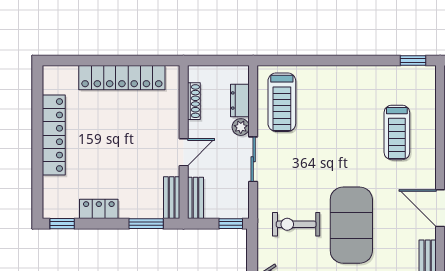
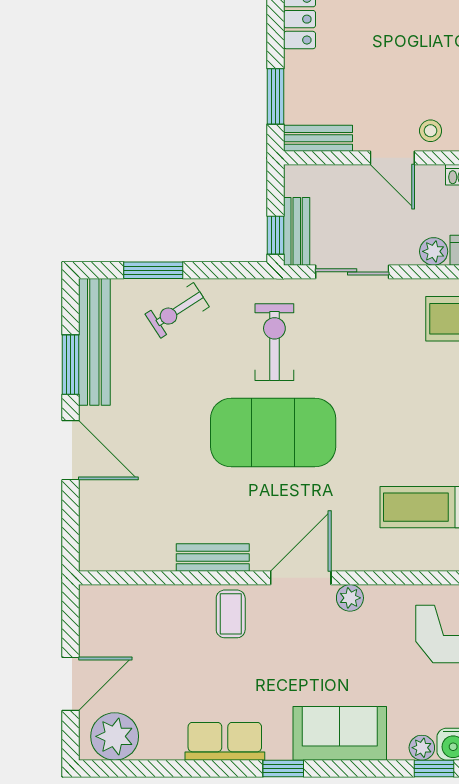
stool: (167, 129) -> (431, 131), added
sliding door: (253, 159) -> (352, 272), moved
bench: (195, 198) -> (297, 231), moved, turned 90

